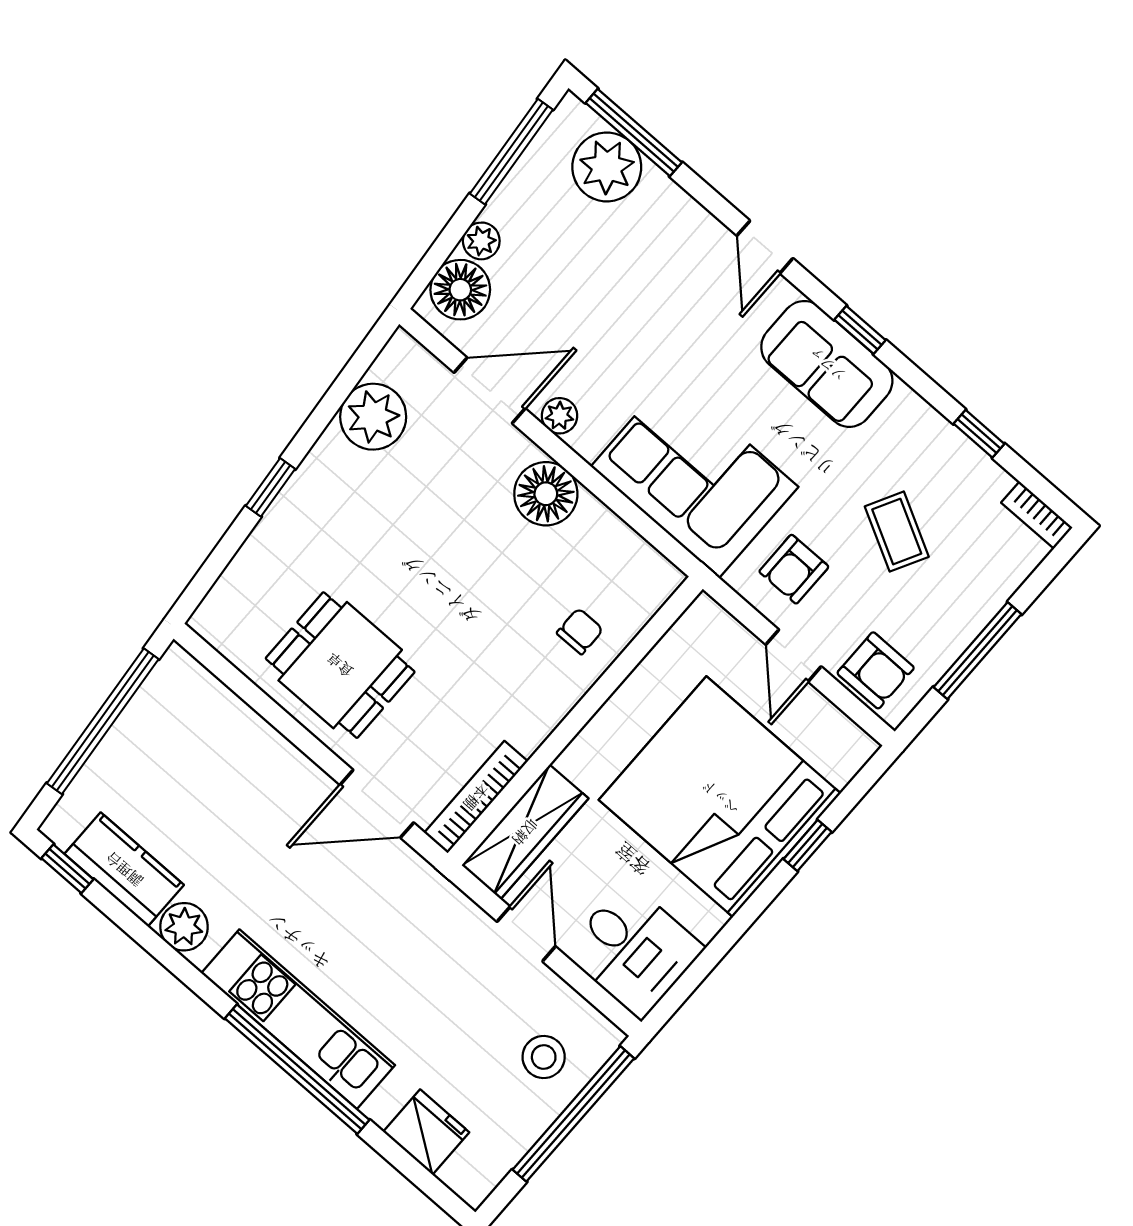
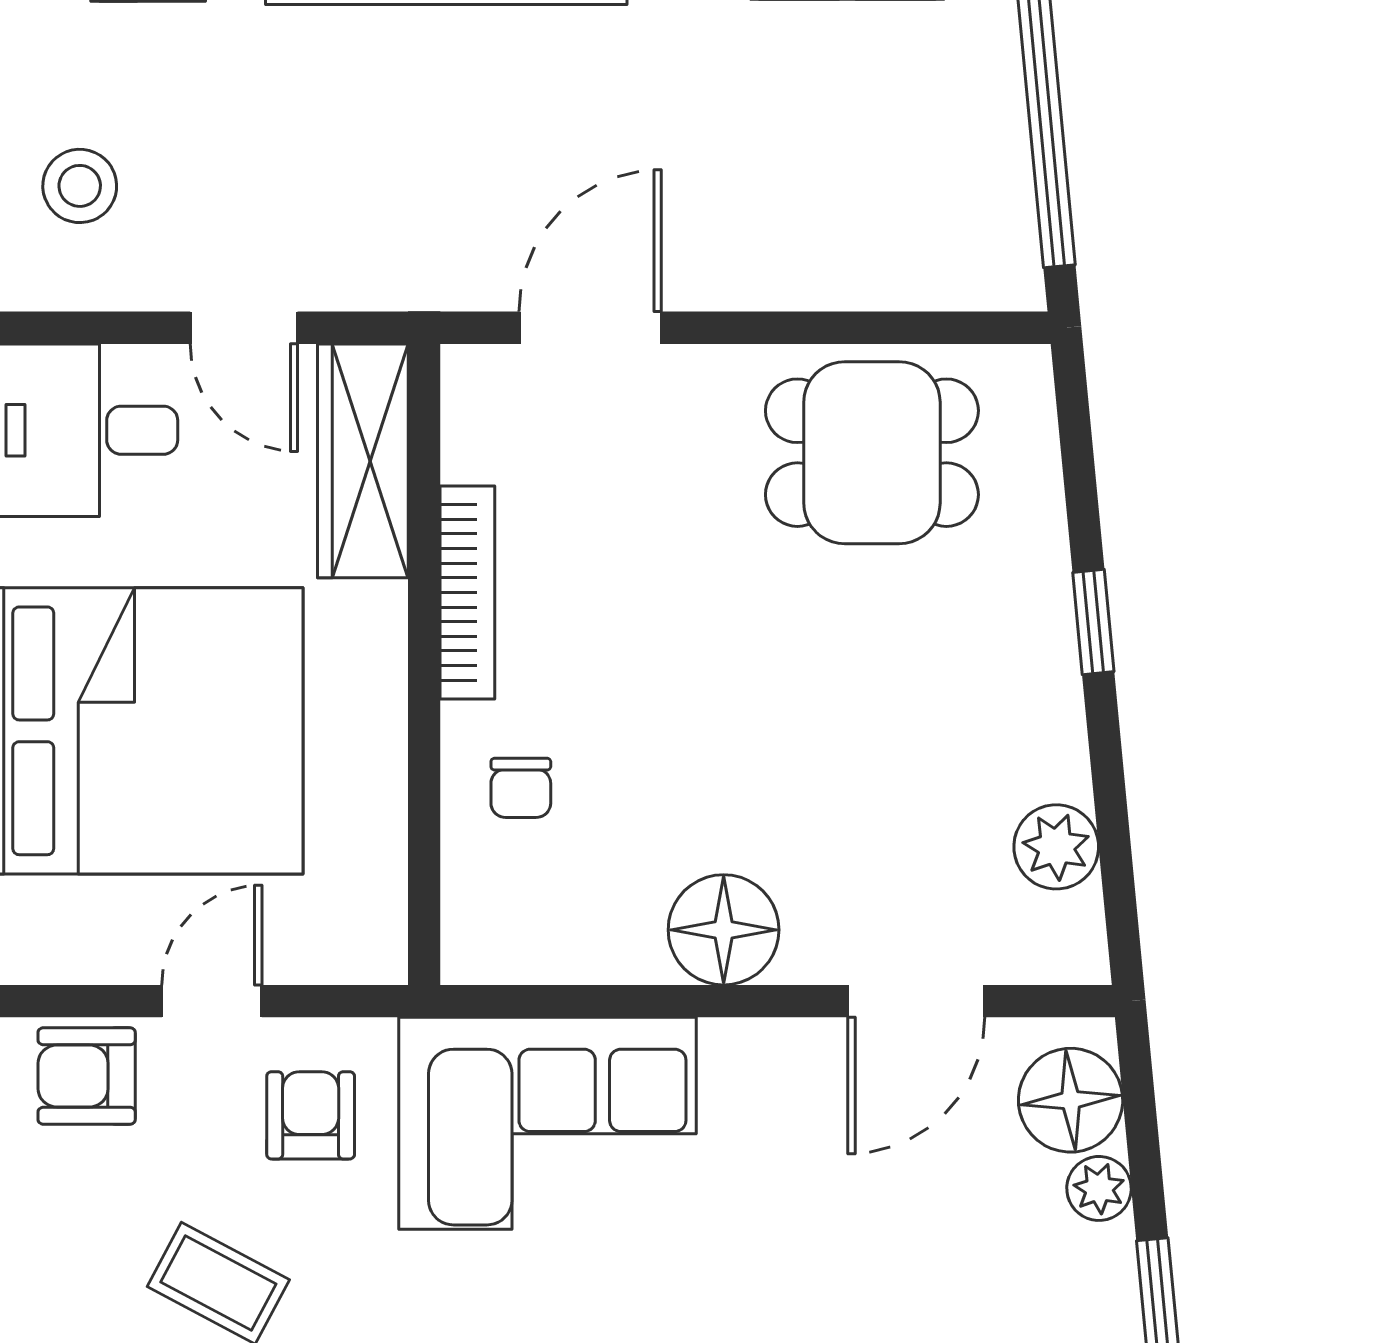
plant: (560, 416) -> (795, 1048), removed
plant: (373, 417) -> (1056, 847), width x0.73, depth x0.73
door: (793, 656) -> (212, 1001), hinge flipped
dining table: (340, 665) -> (872, 453), moved
bookcase: (476, 797) -> (467, 592), moved

